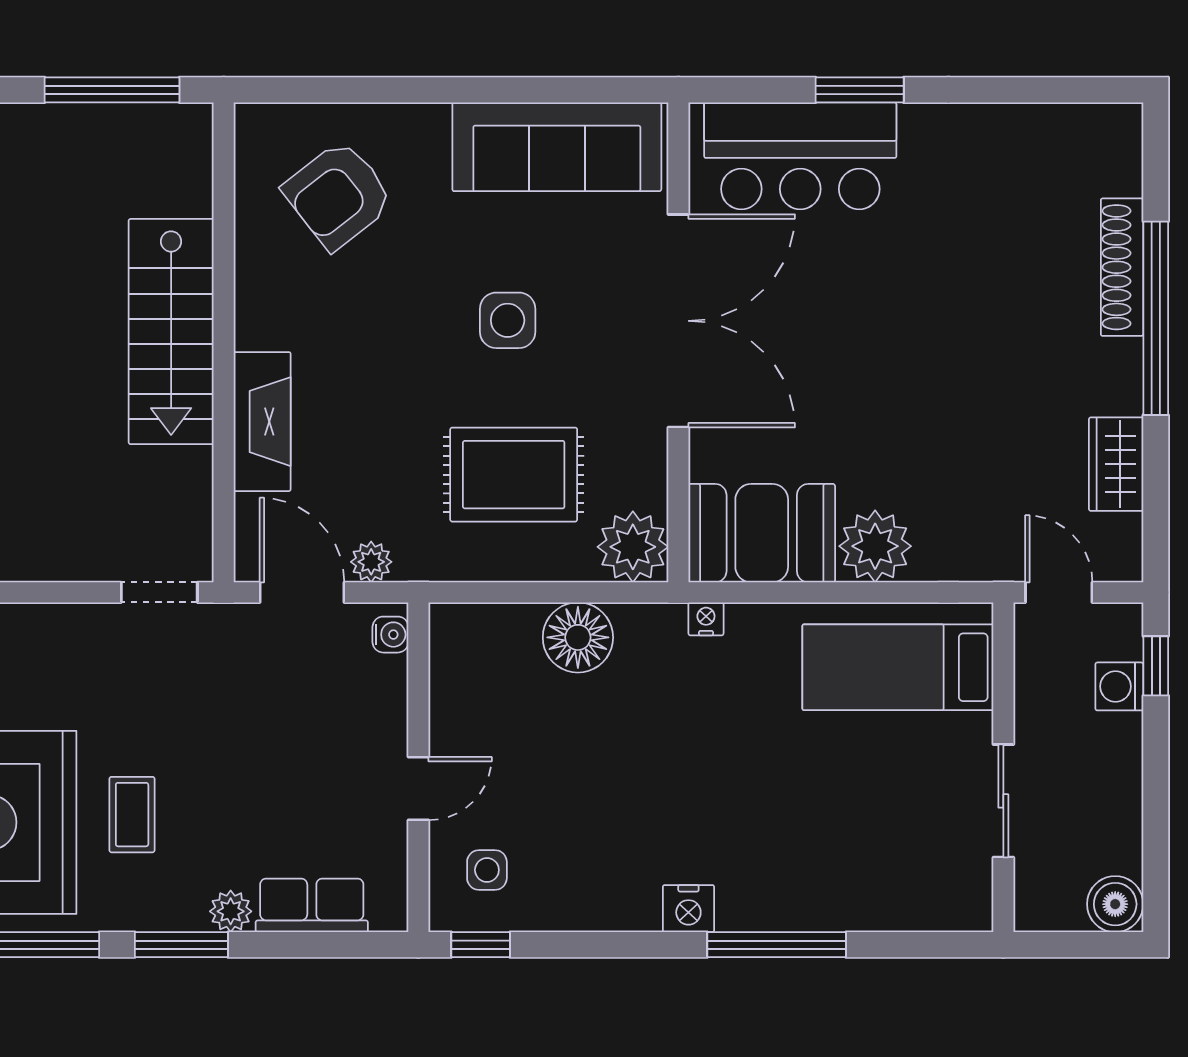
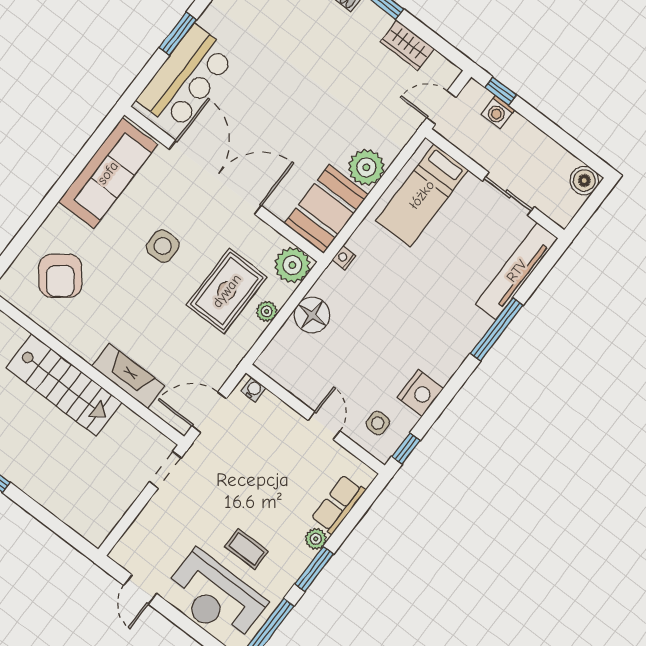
plant: (371, 562) -> (267, 311), moved
tv unit: (892, 906) -> (517, 271), added
nightstand: (688, 909) -> (420, 393), moved, width x1.36, depth x1.33

